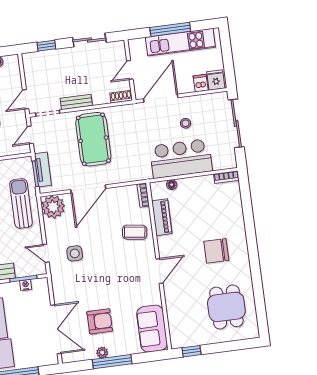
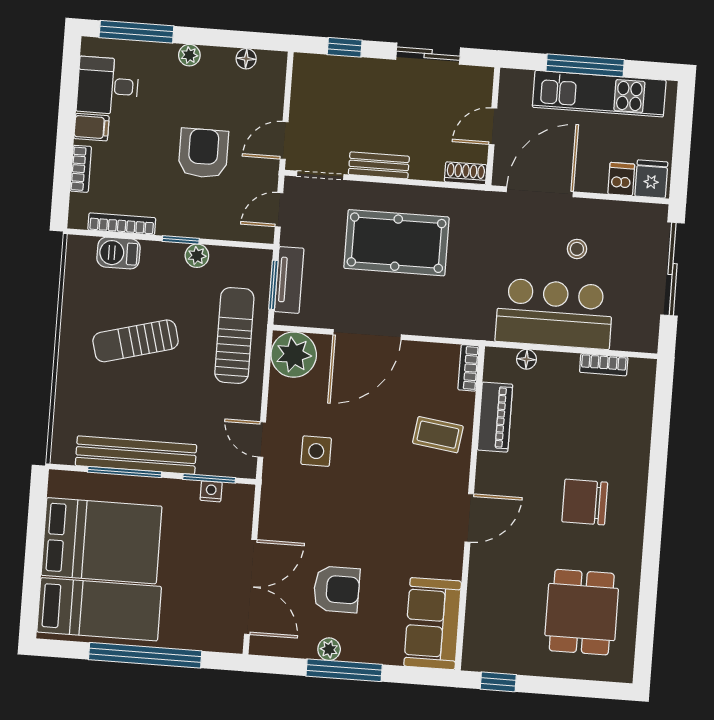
pool table: (93, 139) -> (396, 243), turned 90
bookcase: (226, 177) -> (604, 365), moved

